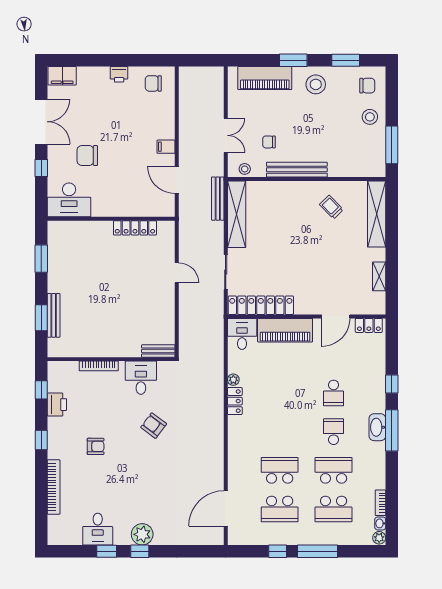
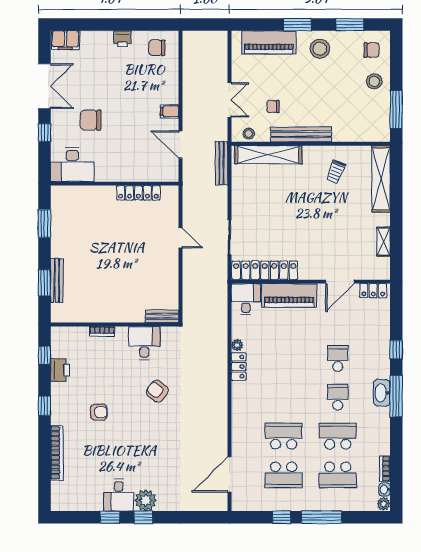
trolley: (331, 207) -> (336, 172), turned -114
shelving: (237, 214) -> (268, 155), moved, turned 90
bookcase: (99, 366) -> (102, 331), width x0.64
school desk: (334, 393) -> (338, 358), turned 180
desk: (98, 529) -> (119, 495), moved

